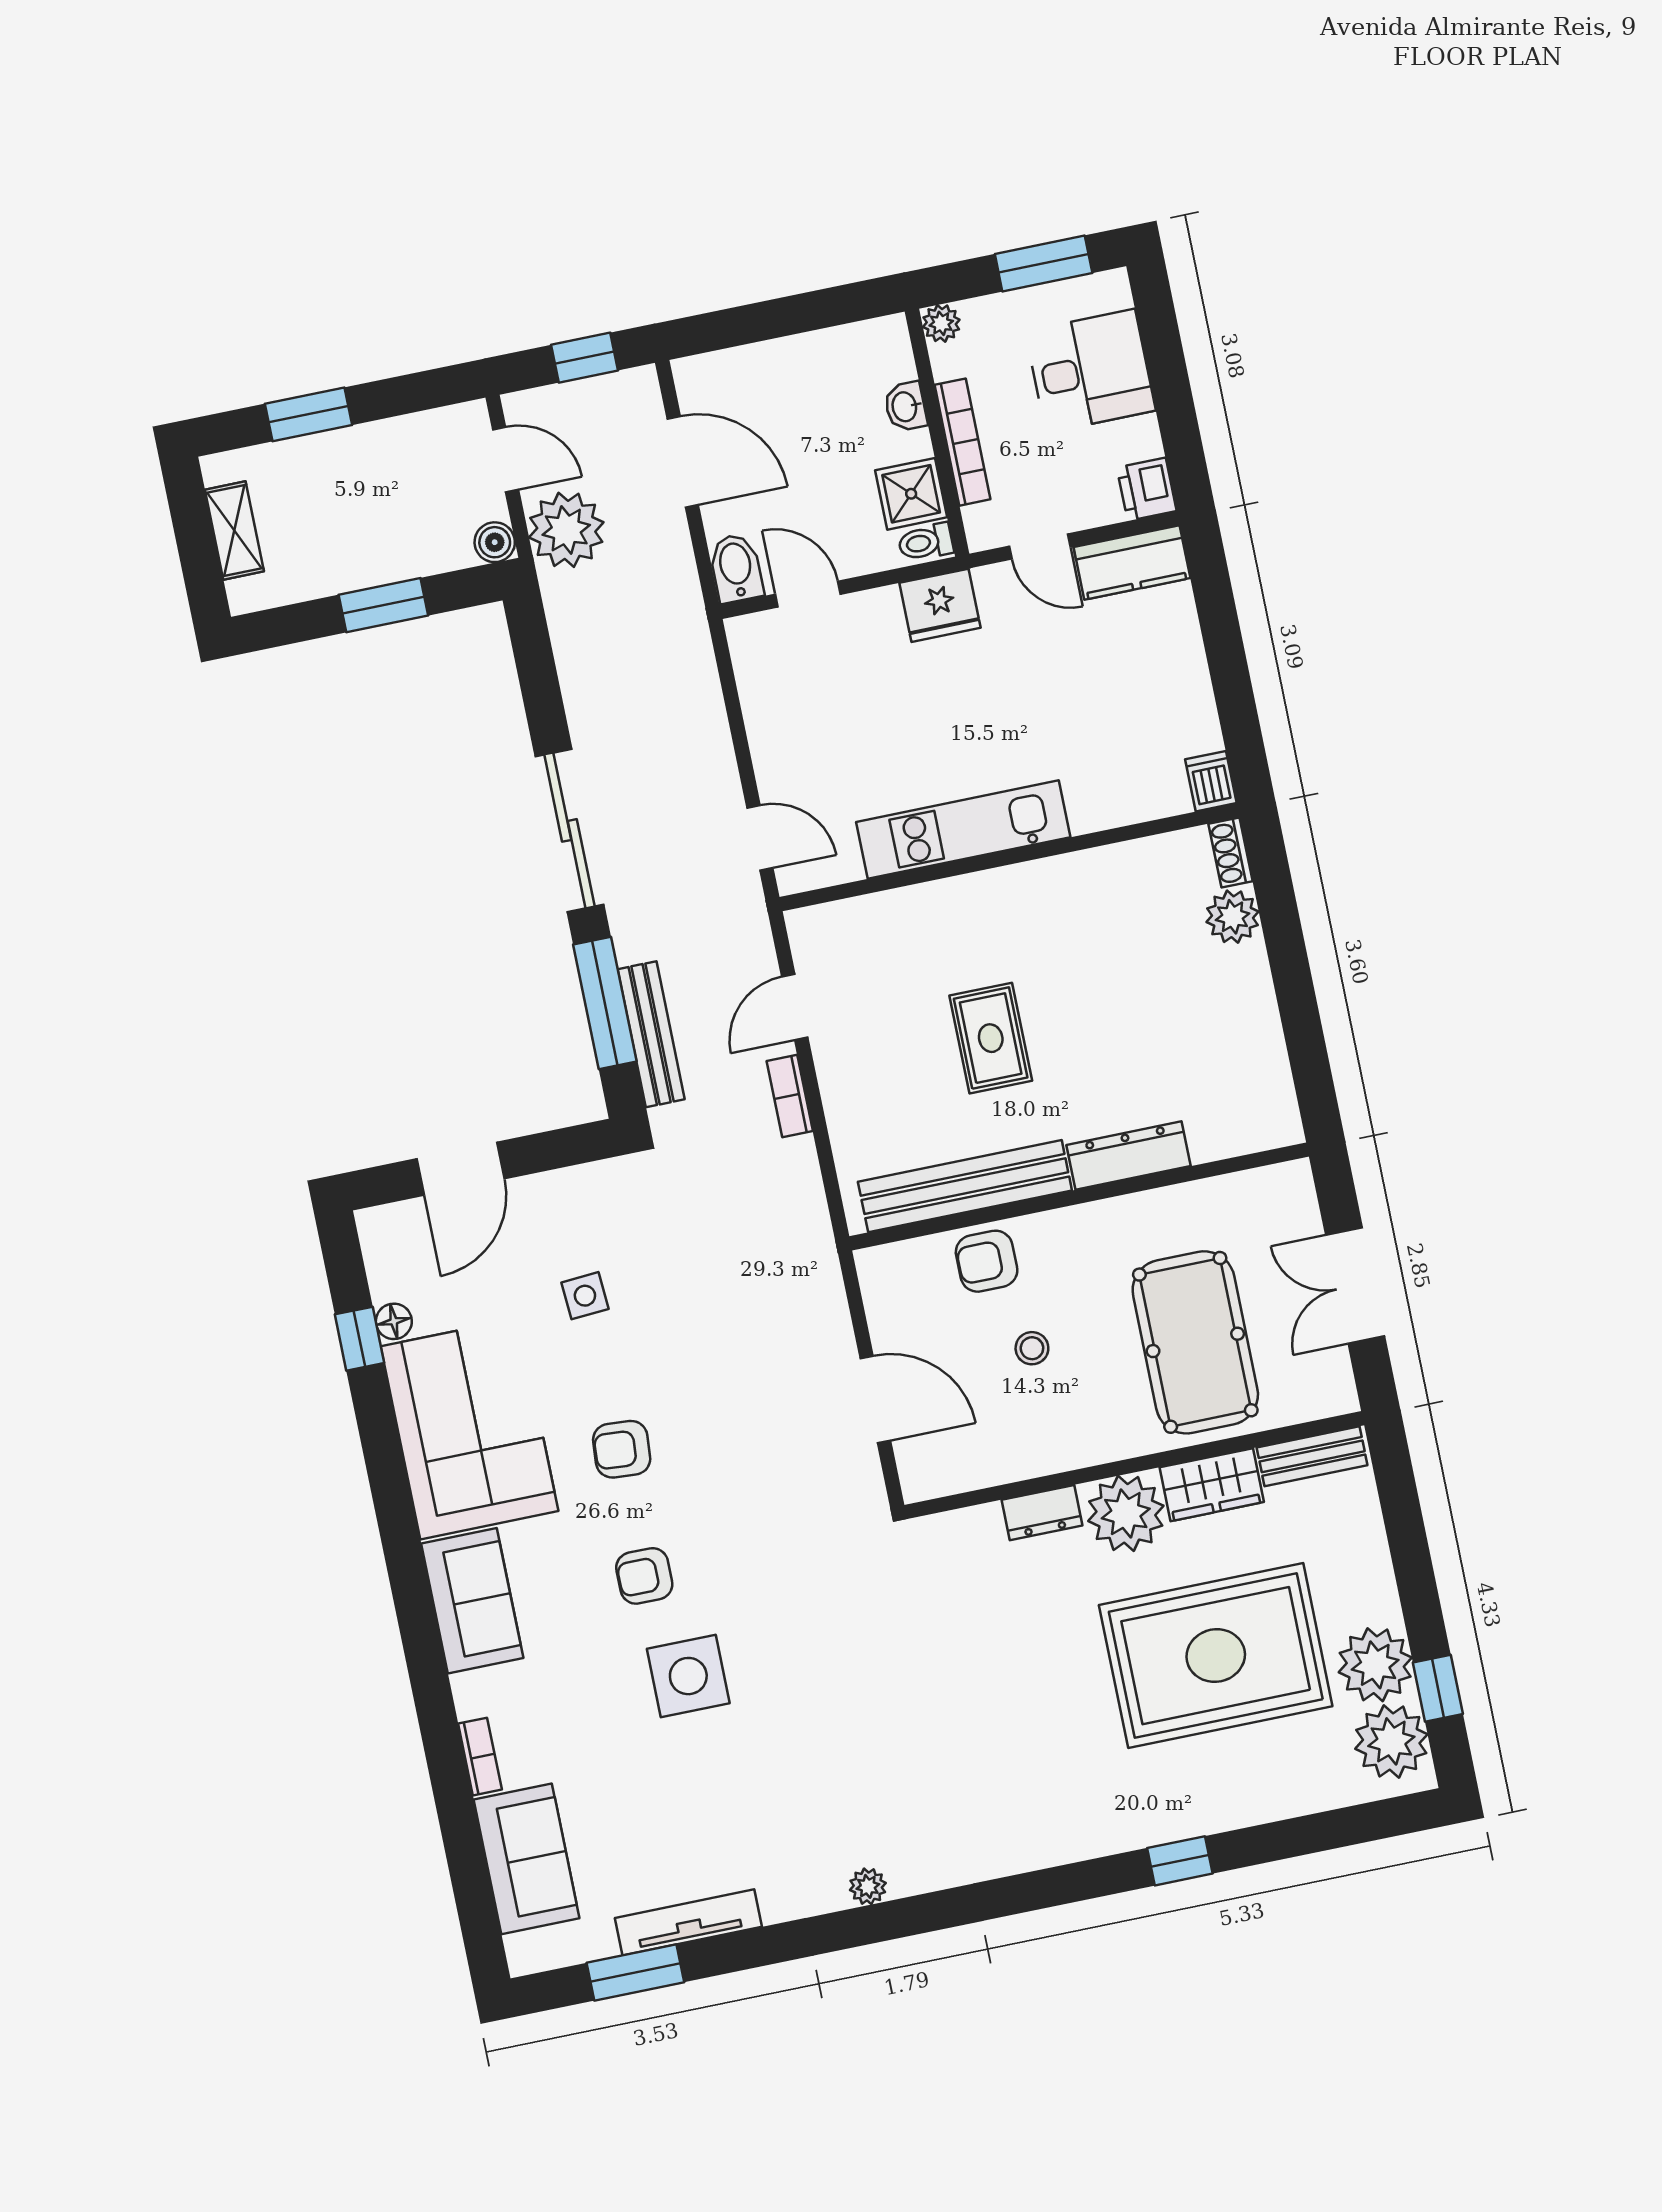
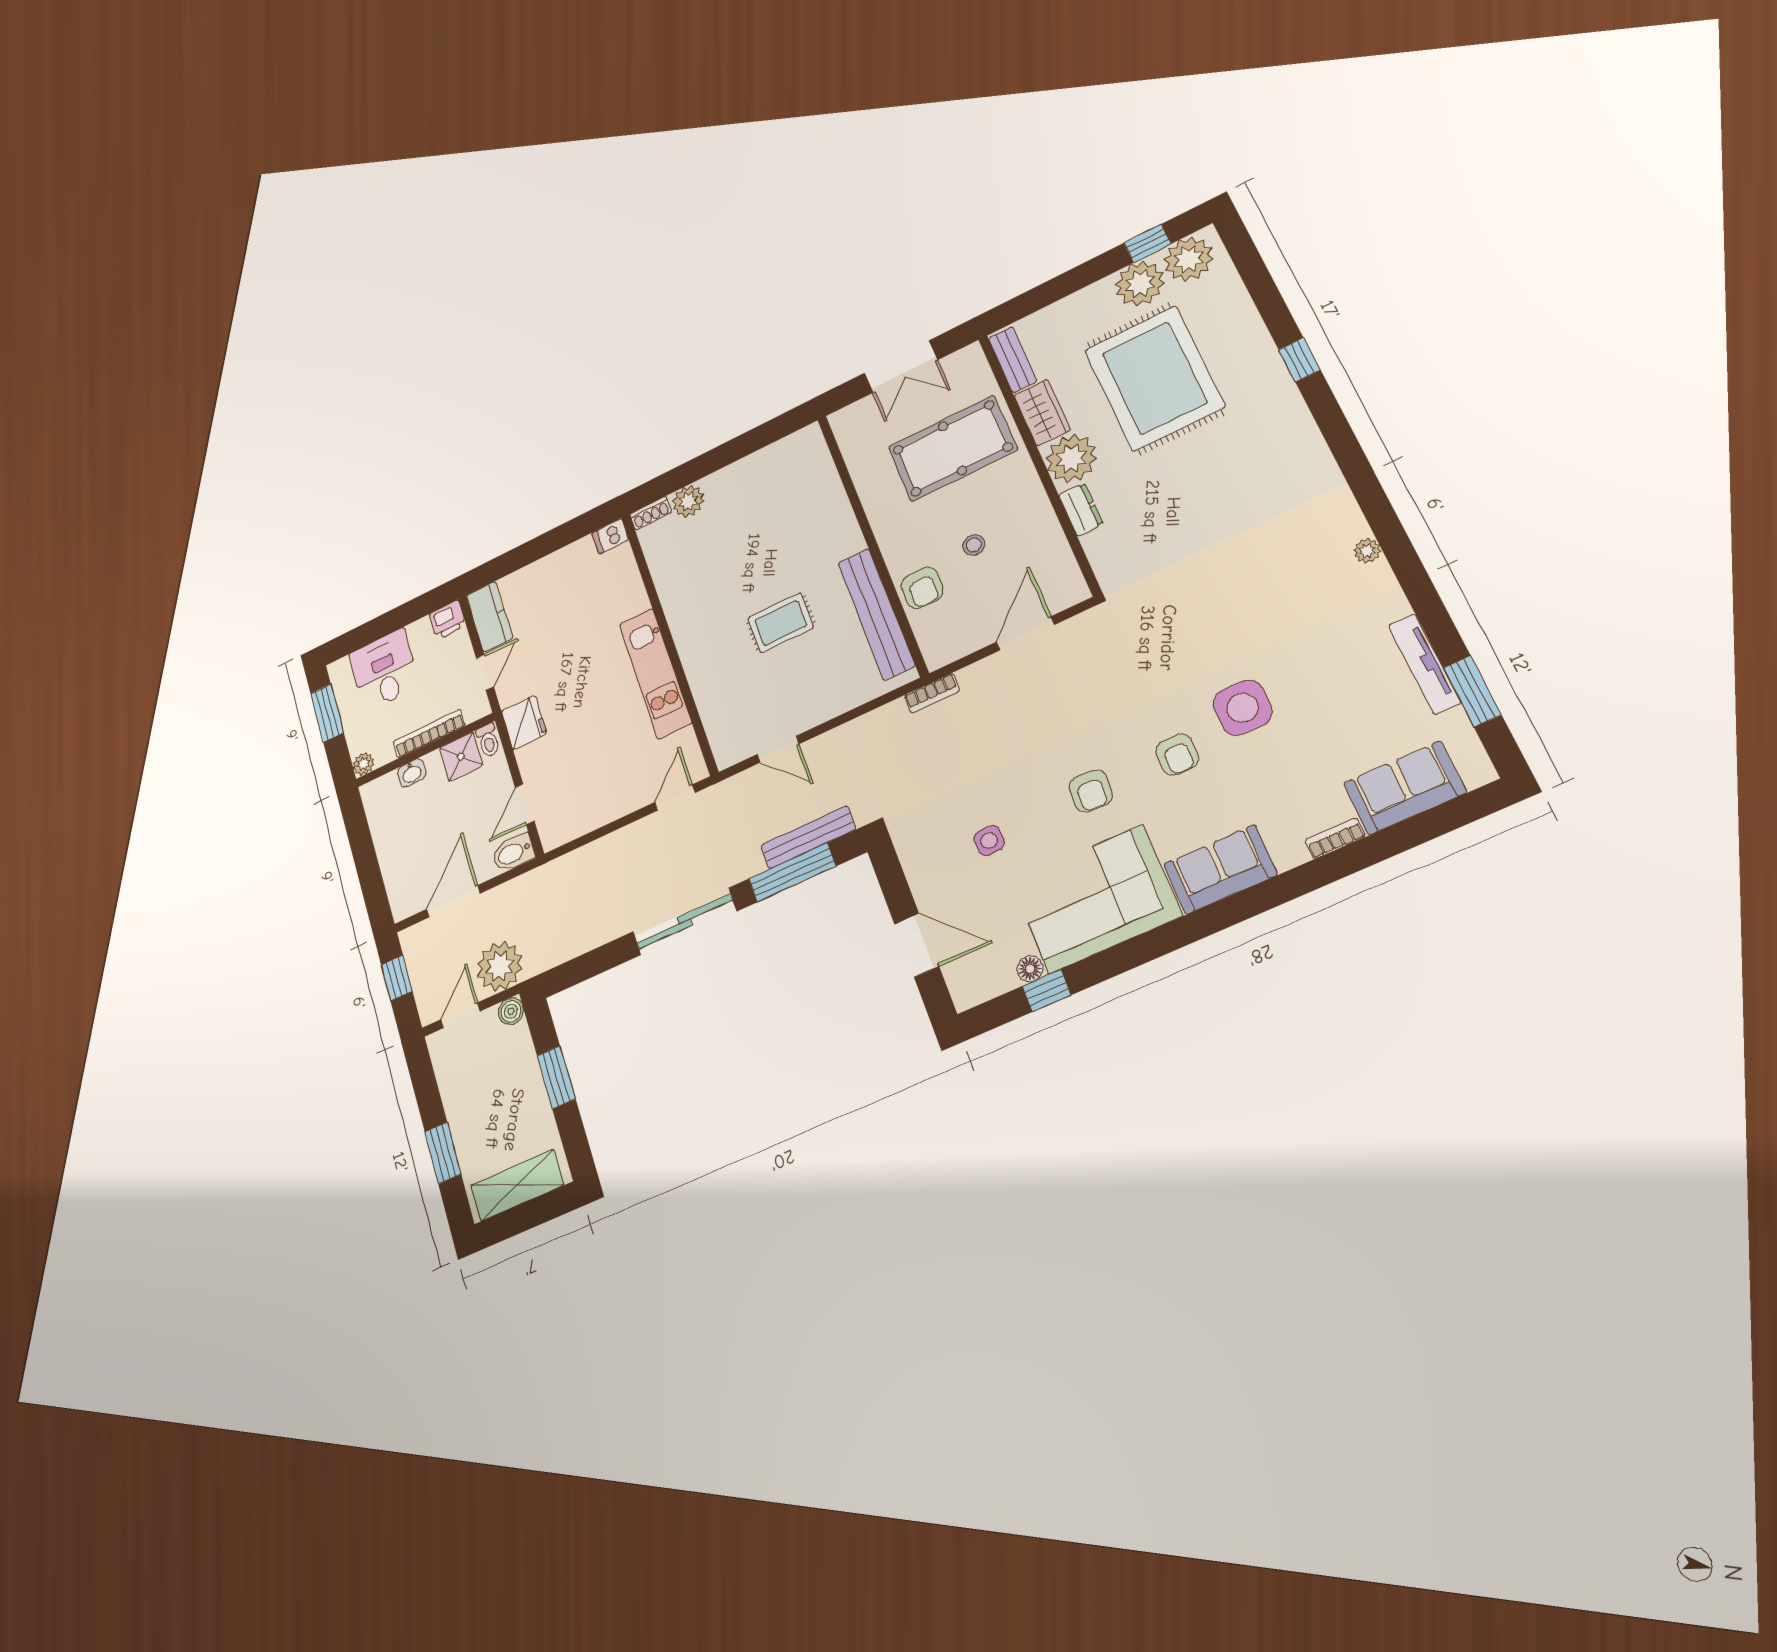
shelving: (234, 530) -> (517, 1185), width x1.50, depth x1.33
bookcase: (790, 1096) -> (932, 693), moved
dresser: (1129, 1155) -> (841, 521), removed

